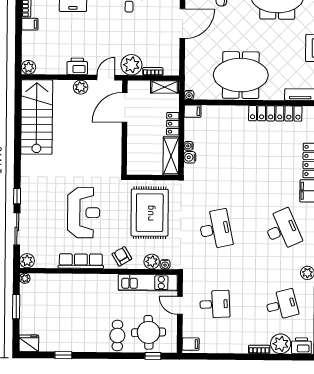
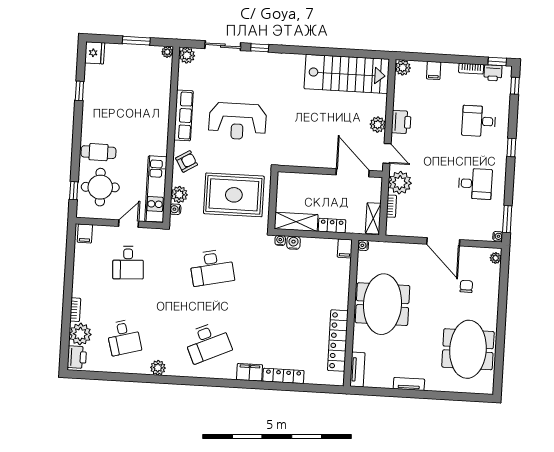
filing cabinet: (30, 24) -> (434, 70), moved
water cooler: (188, 146) -> (280, 240), moved

